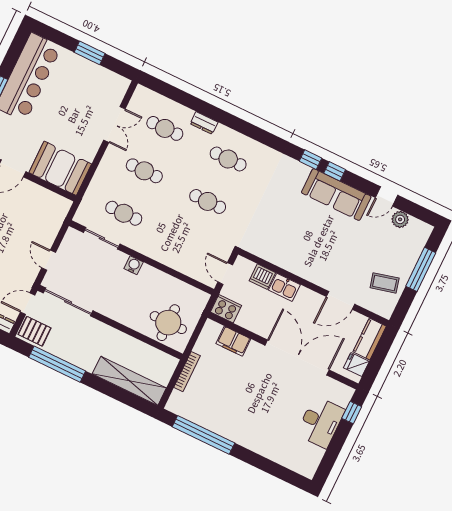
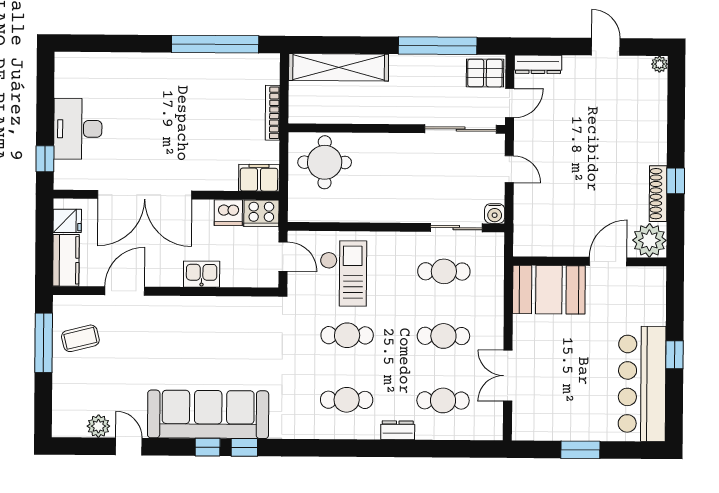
sofa: (336, 195) -> (208, 414), width x1.36, depth x1.27
door: (386, 196) -> (129, 447), hinge flipped
checkout: (191, 243) -> (343, 273), added
water cooler: (134, 265) -> (495, 214), moved
window: (421, 269) -> (44, 343), moved
dishwasher: (262, 277) -> (228, 213), moved, turned 180
filing cabinet: (233, 341) -> (259, 178), moved

